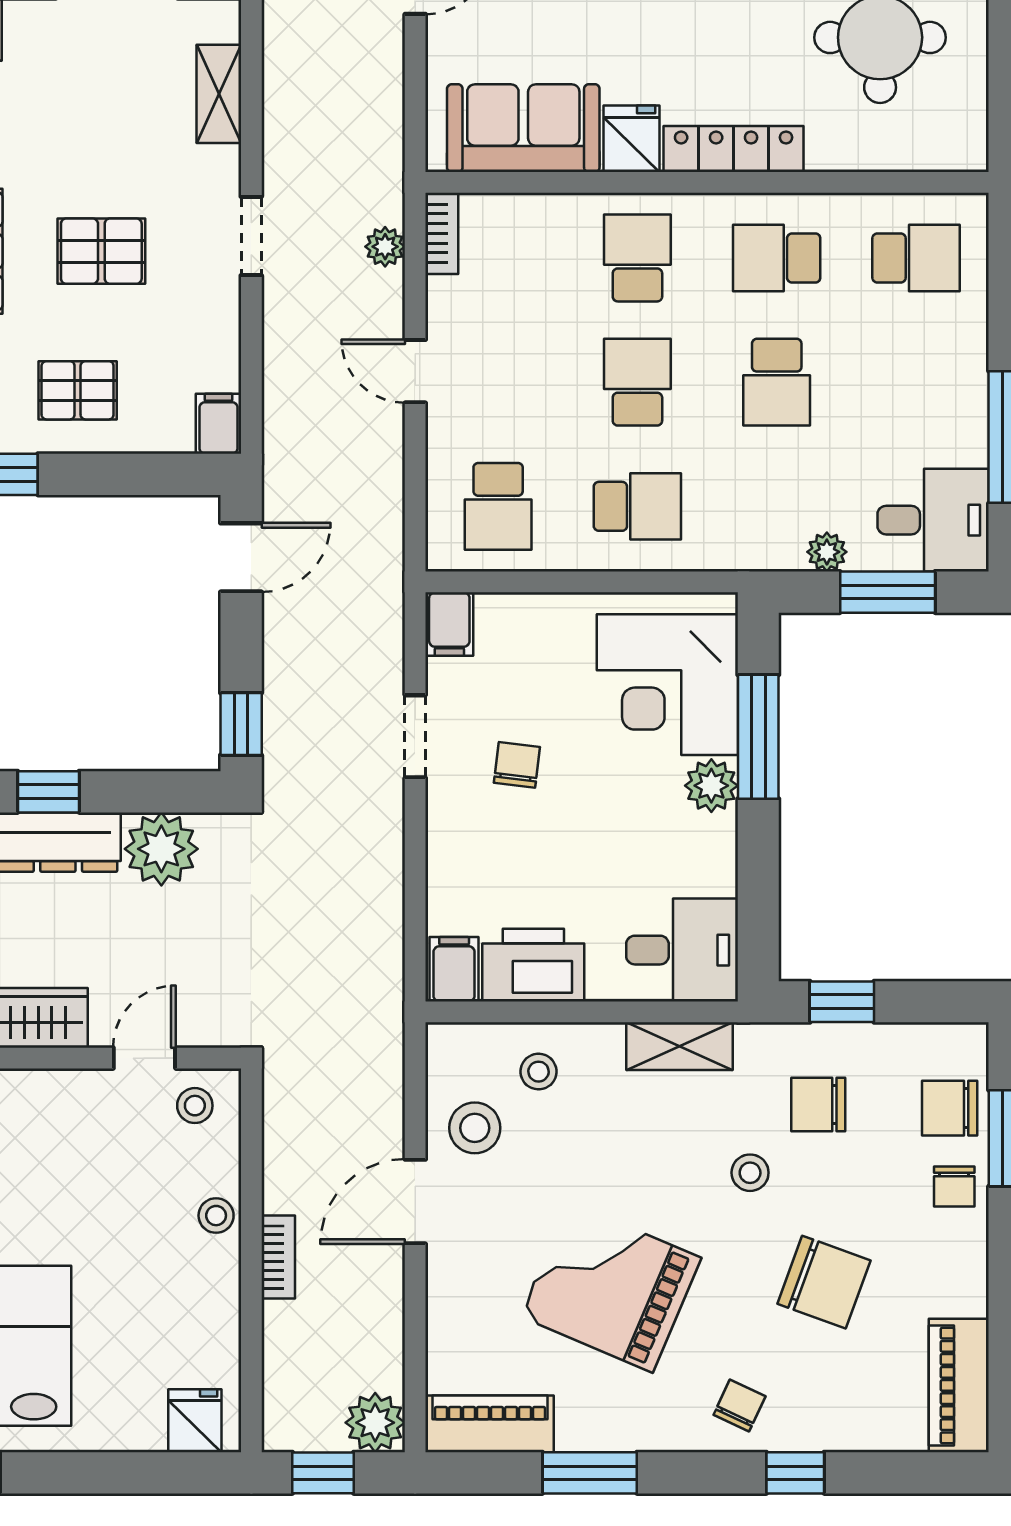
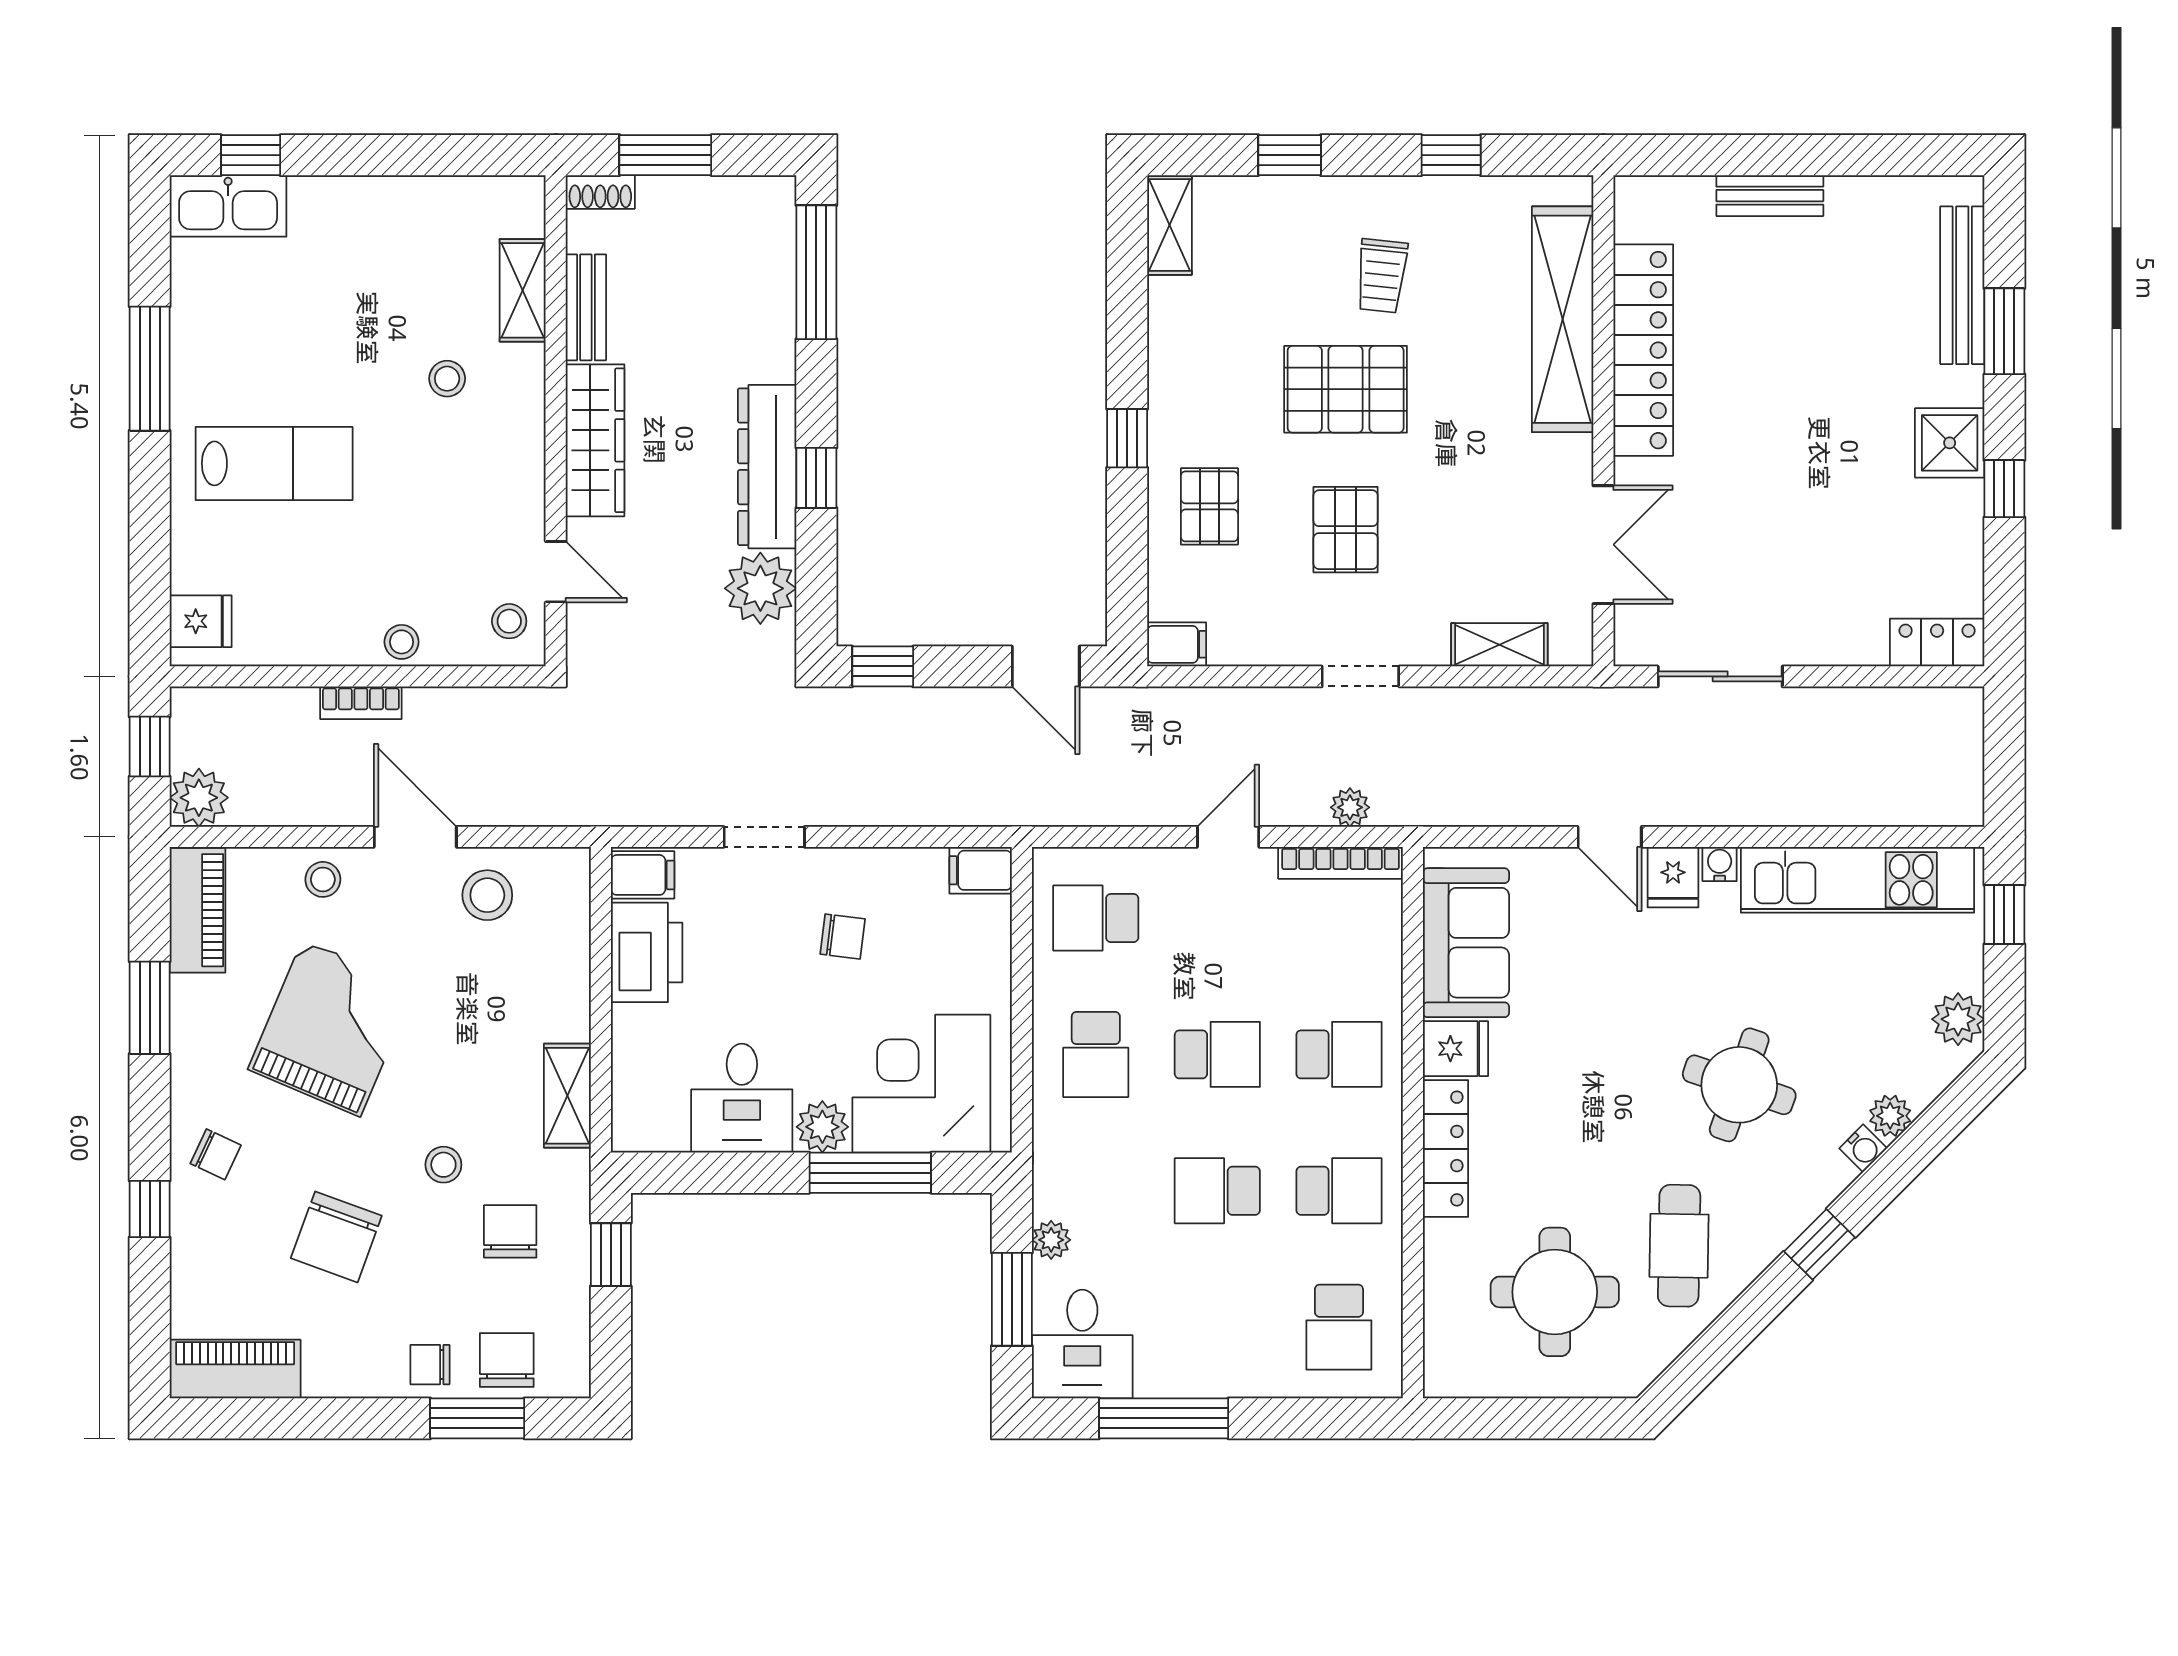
bookcase: (442, 233) -> (1341, 863), width x1.56
school desk: (777, 258) -> (1339, 1191), turned 90
doorway: (415, 736) -> (764, 837), moved
desk: (682, 950) -> (742, 1098), moved
stool: (538, 1072) -> (323, 879), moved

